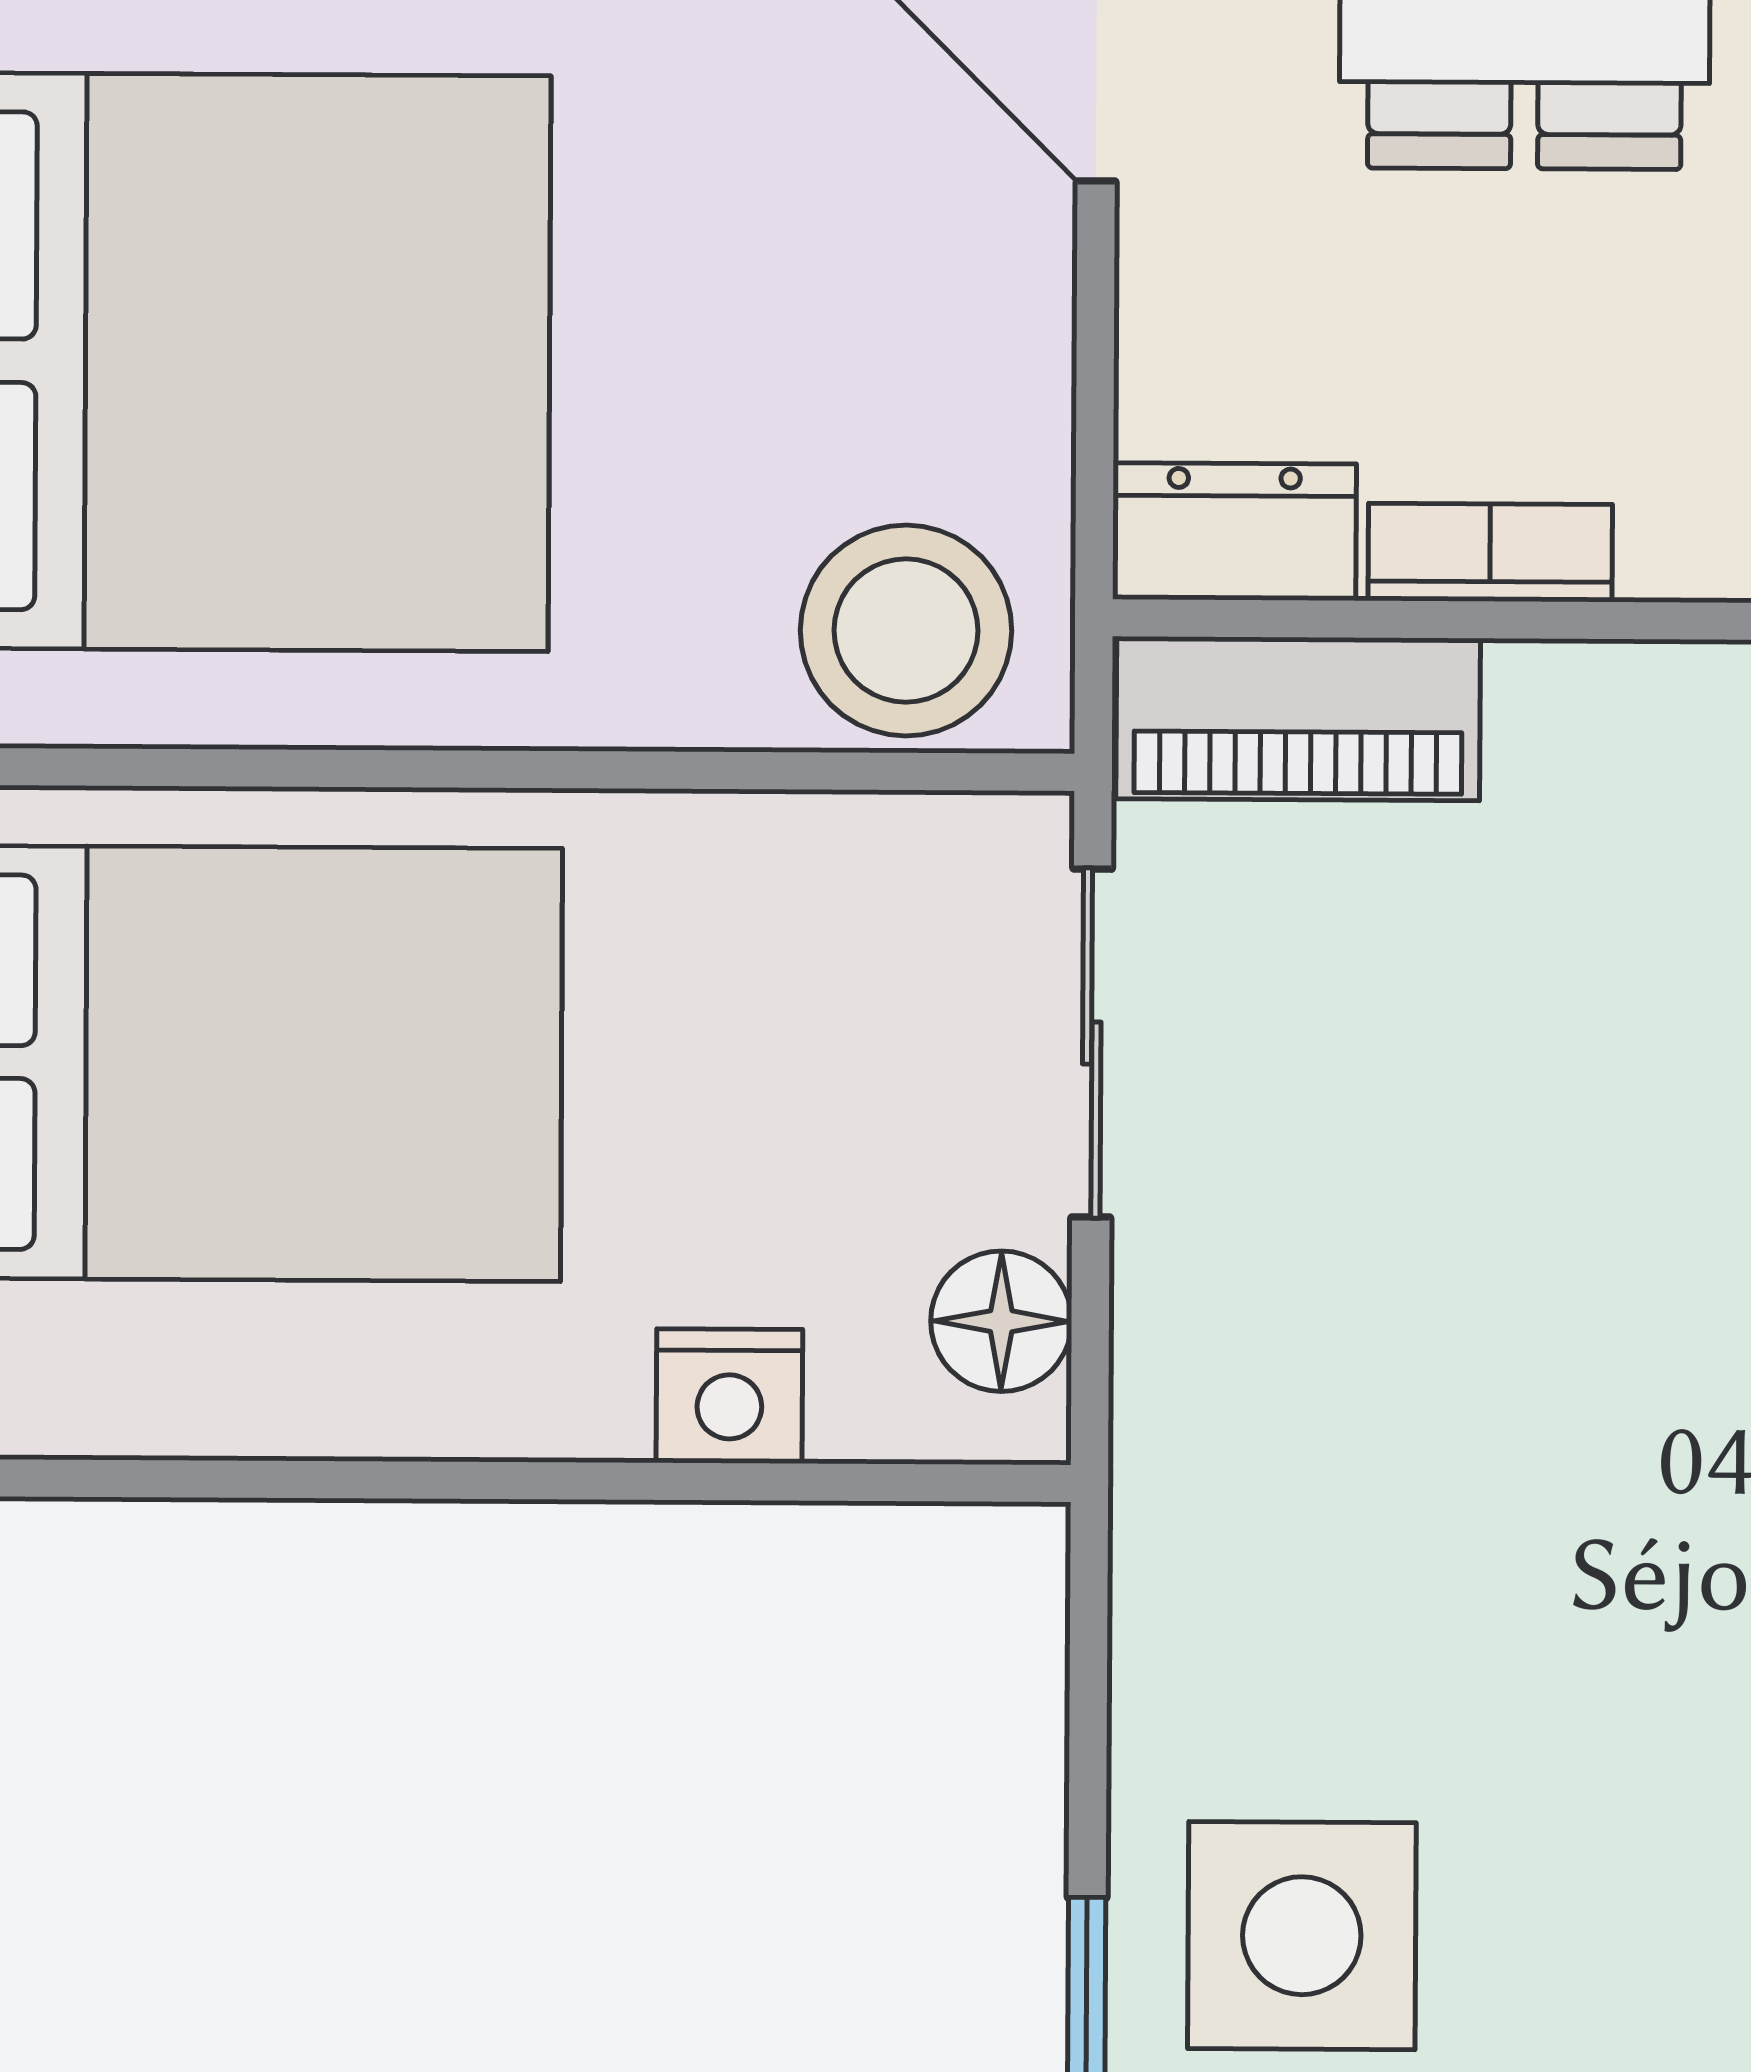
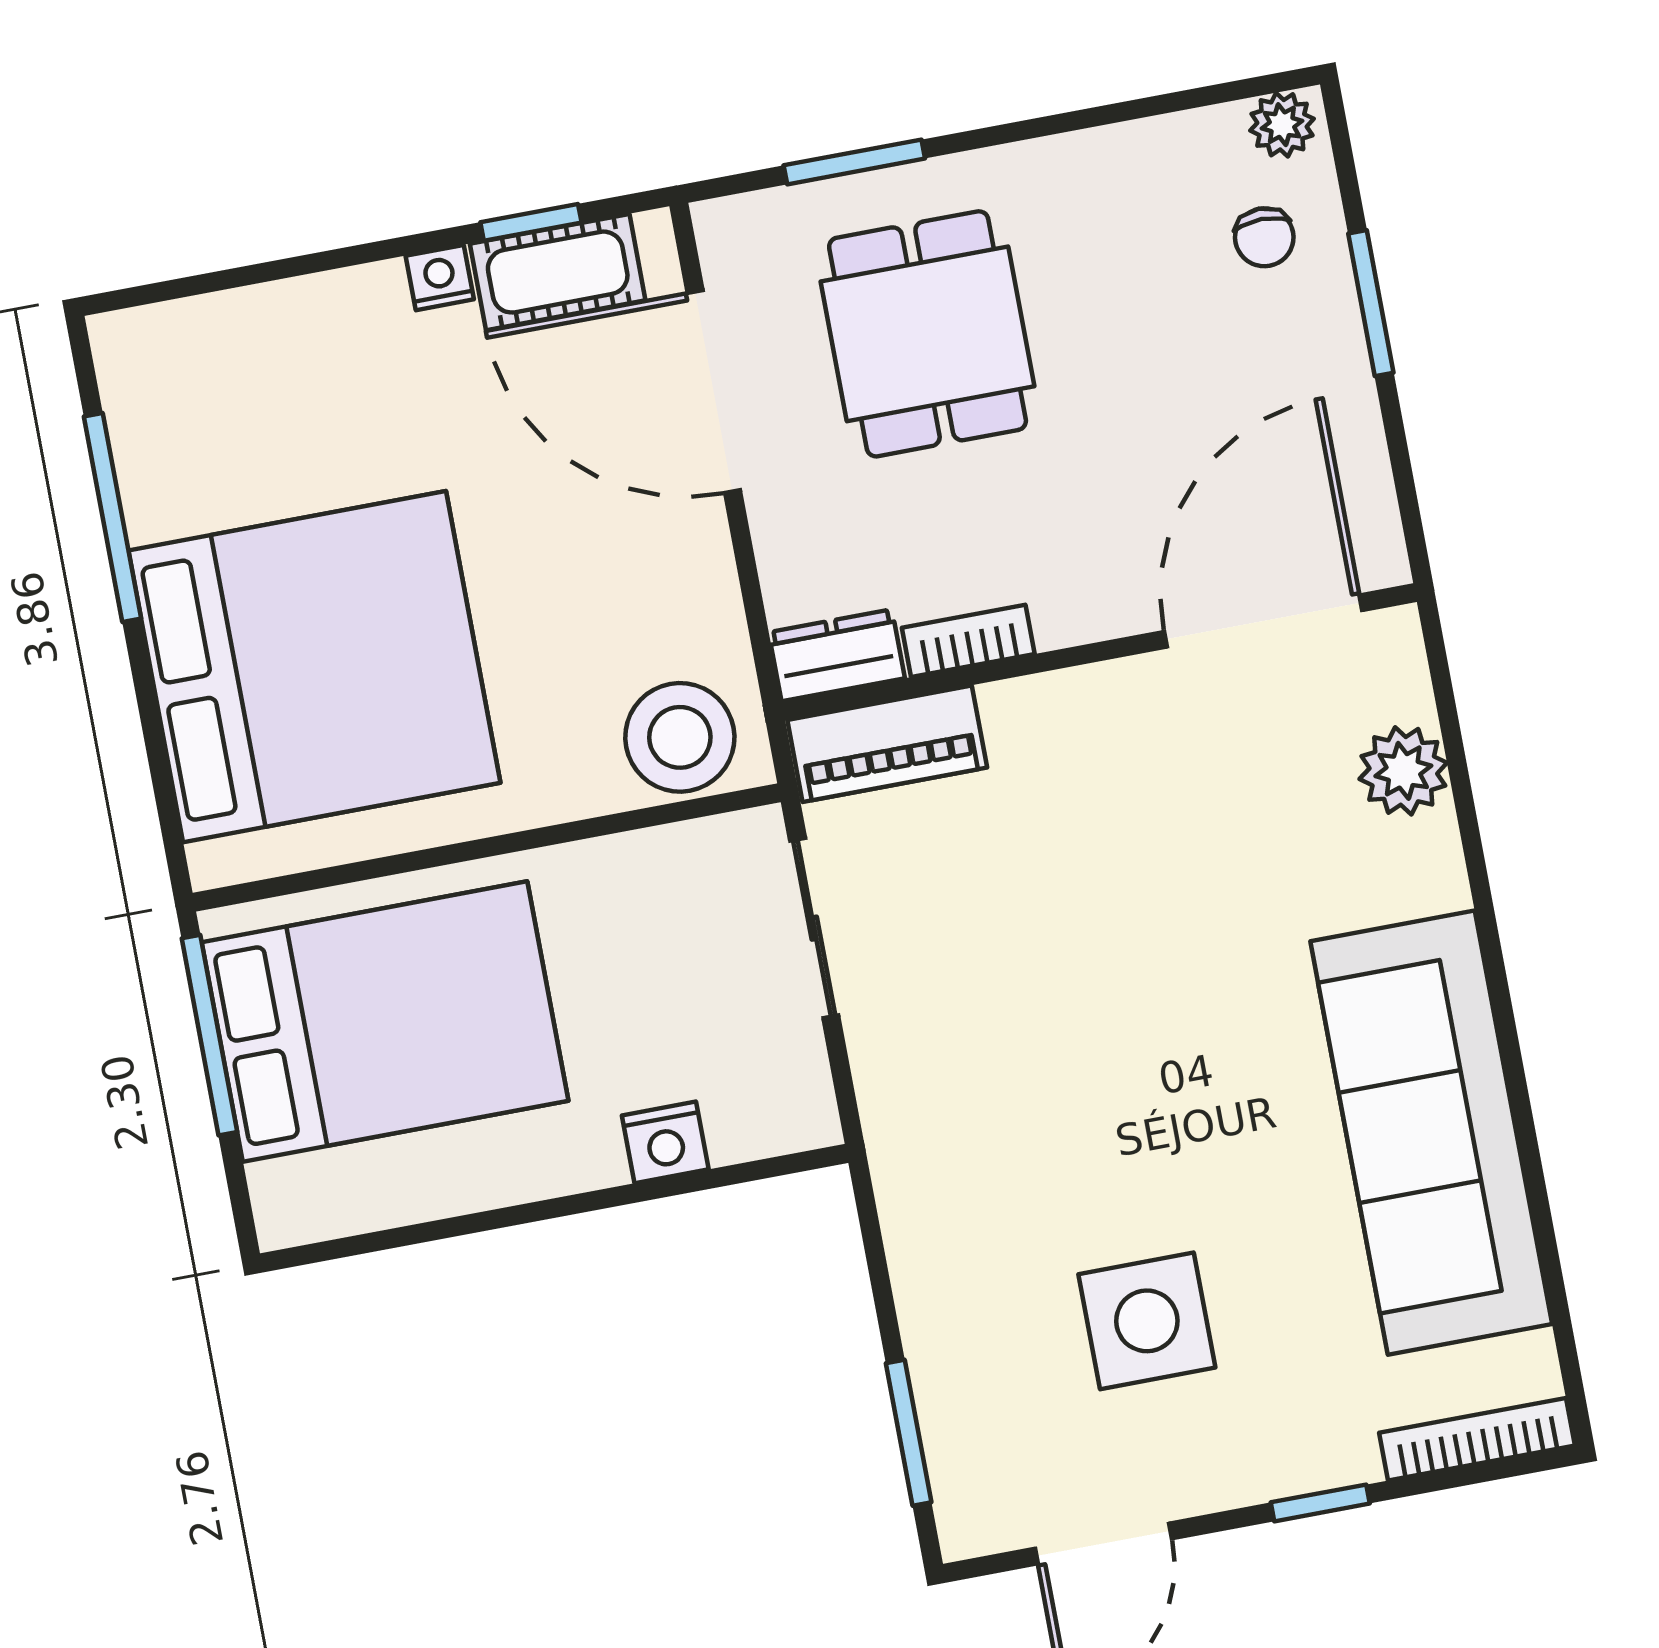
floor lamp: (1001, 1321) -> (796, 1078), removed
side table: (1302, 1936) -> (1147, 1321), moved

